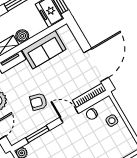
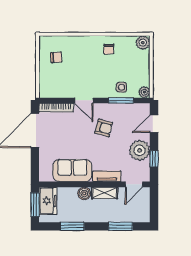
chair: (92, 114) -> (56, 57), moved
side table: (112, 121) -> (121, 87), moved

